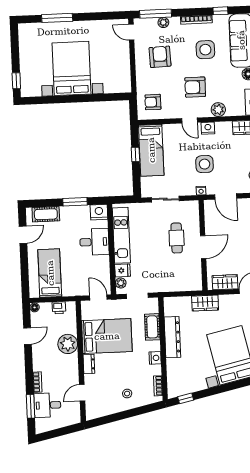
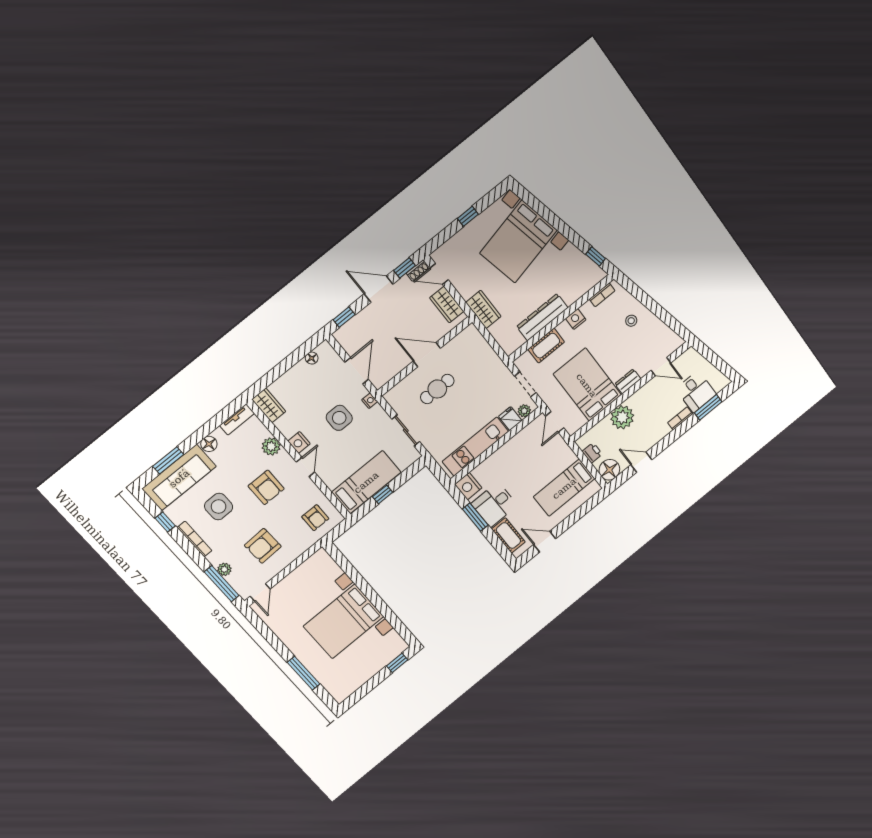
desk: (94, 242) -> (494, 504), moved, turned -90
floor lamp: (35, 307) -> (609, 470), width x1.89, depth x1.89

